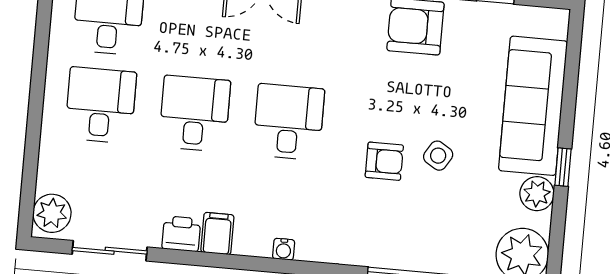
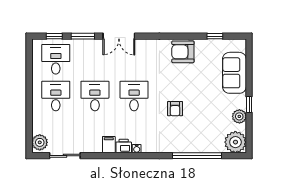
sofa: (533, 106) -> (234, 73), width x0.73
side table: (438, 156) -> (197, 104), removed
armchair: (384, 161) -> (175, 109), turned 90
printer: (181, 234) -> (124, 146), moved

